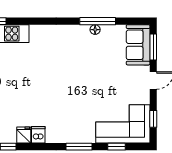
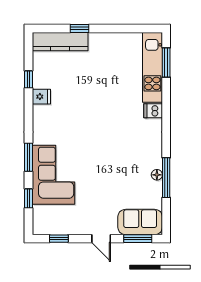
corner sofa: (123, 124) -> (53, 175), moved
dishwasher: (38, 135) -> (153, 111), moved, turned 180

